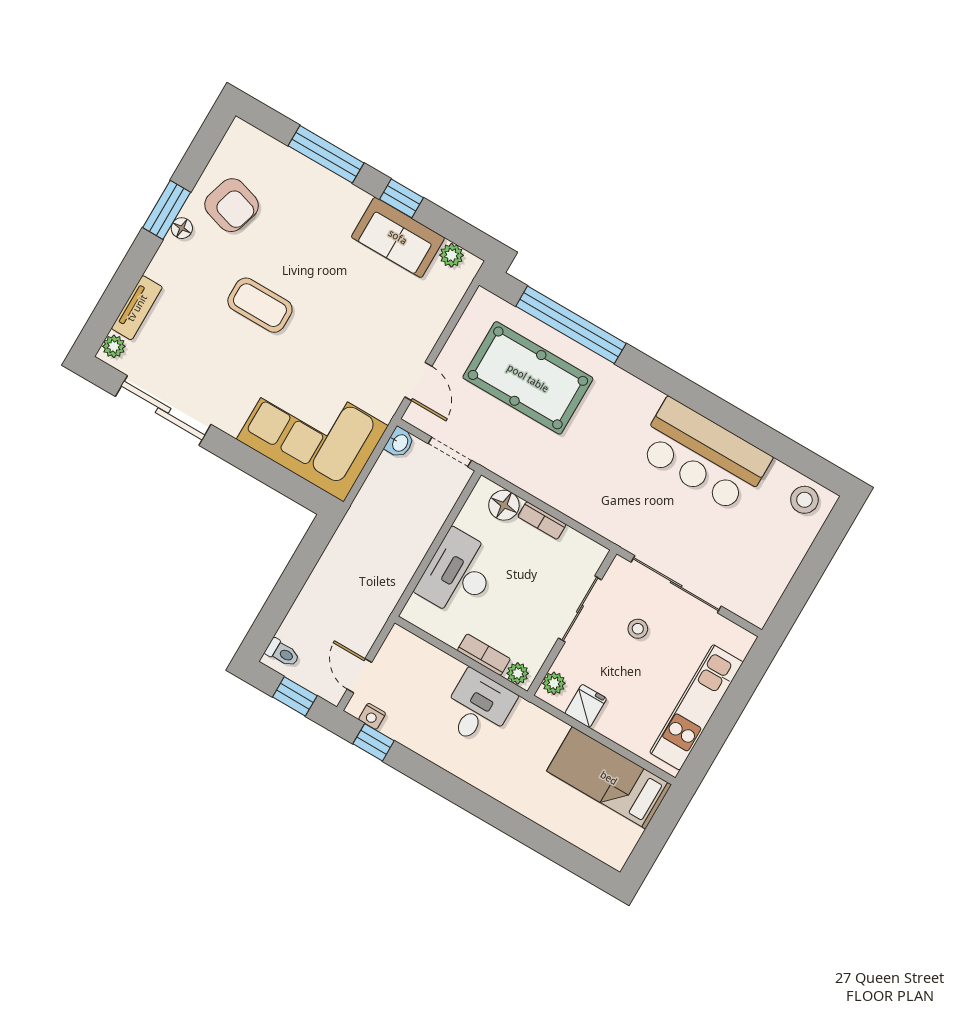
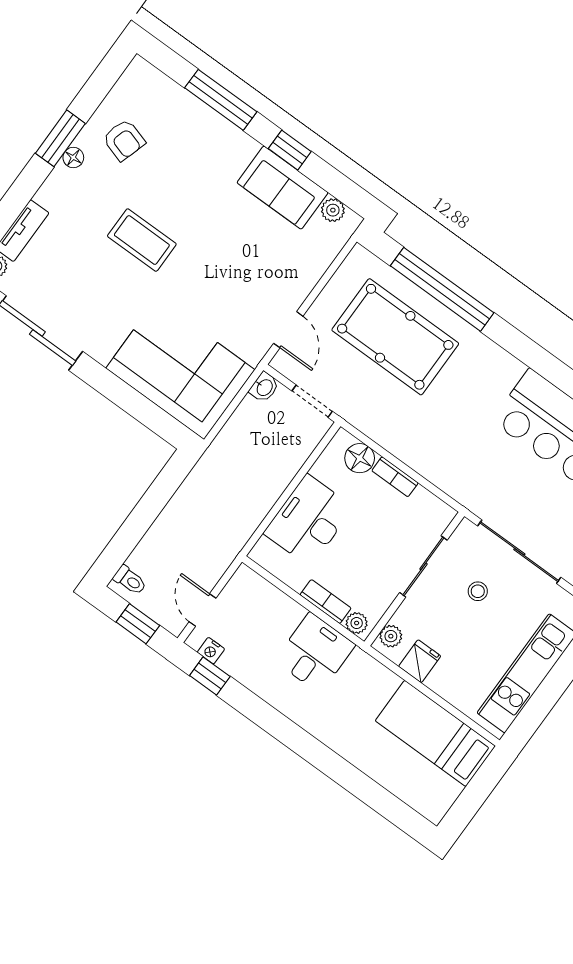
armchair: (232, 205) -> (124, 140), width x0.72, depth x0.72

